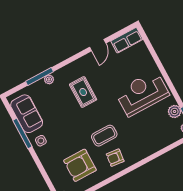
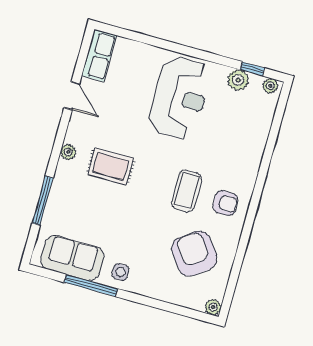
plant: (49, 79) -> (68, 152), moved
reception desk: (142, 93) -> (180, 98), turned 180
armchair: (115, 158) -> (225, 203), turned -96
armchair: (80, 165) -> (194, 254), turned 144

